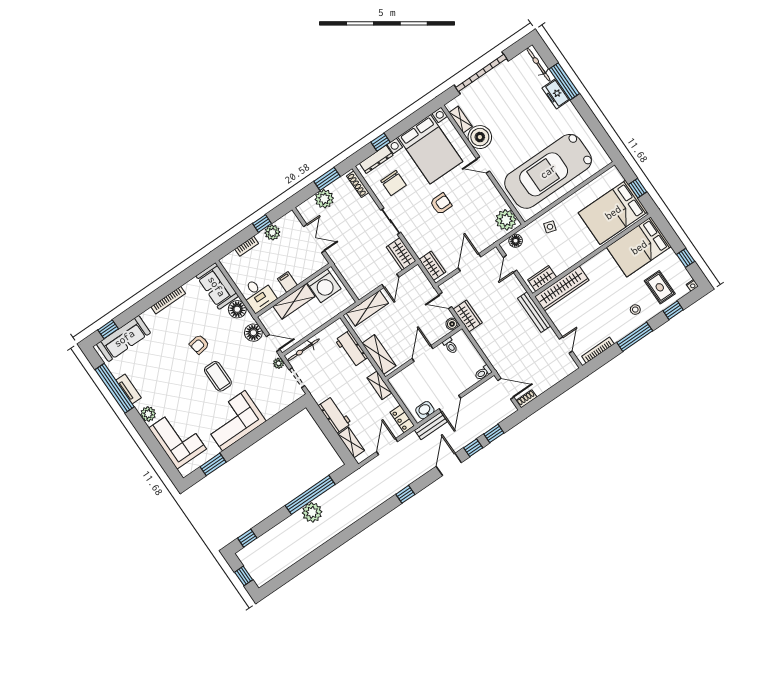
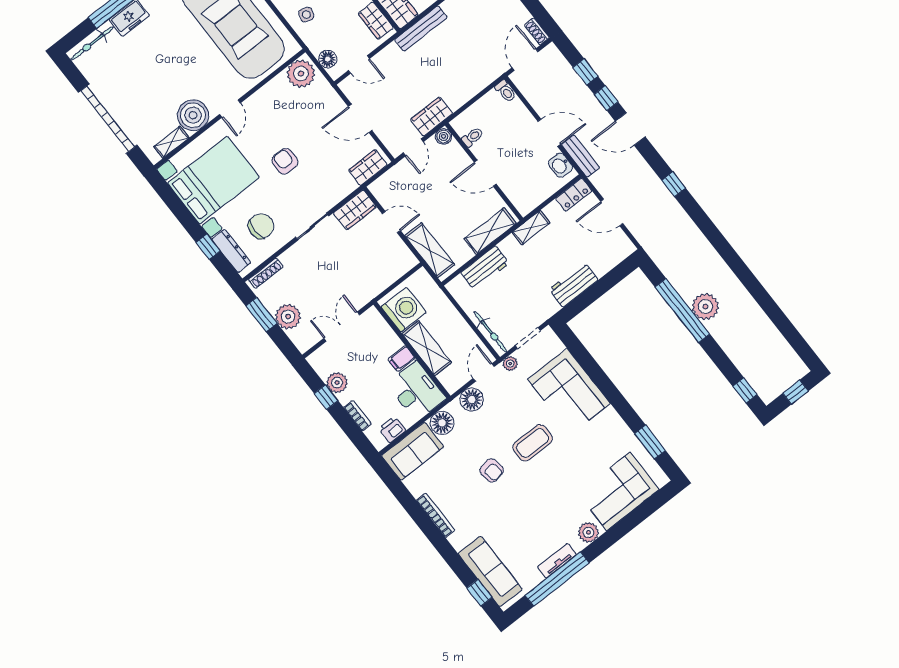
printer: (235, 272) -> (392, 430), added
desk: (258, 294) -> (416, 391), width x1.37
corner sofa: (234, 421) -> (569, 391), moved
shelving: (351, 442) -> (609, 260), removed

